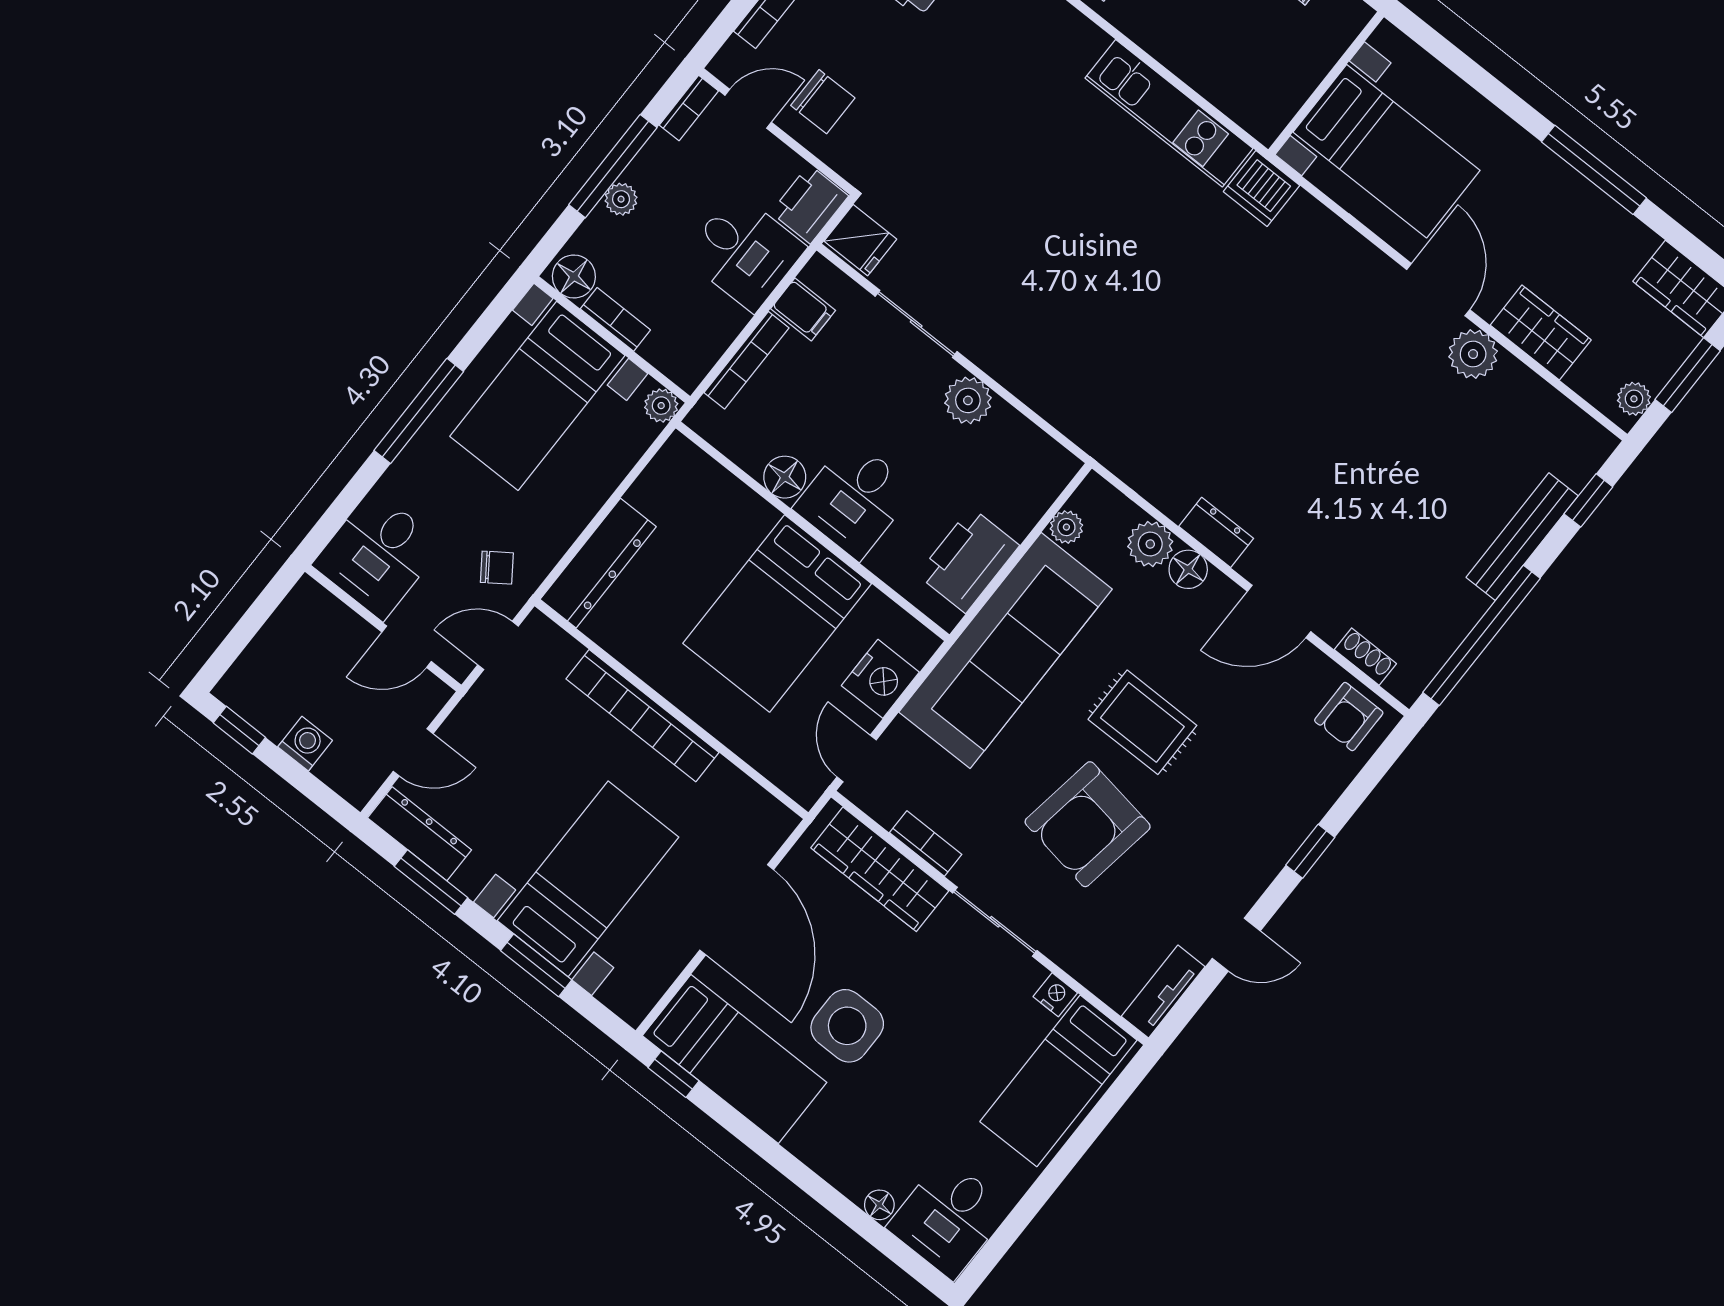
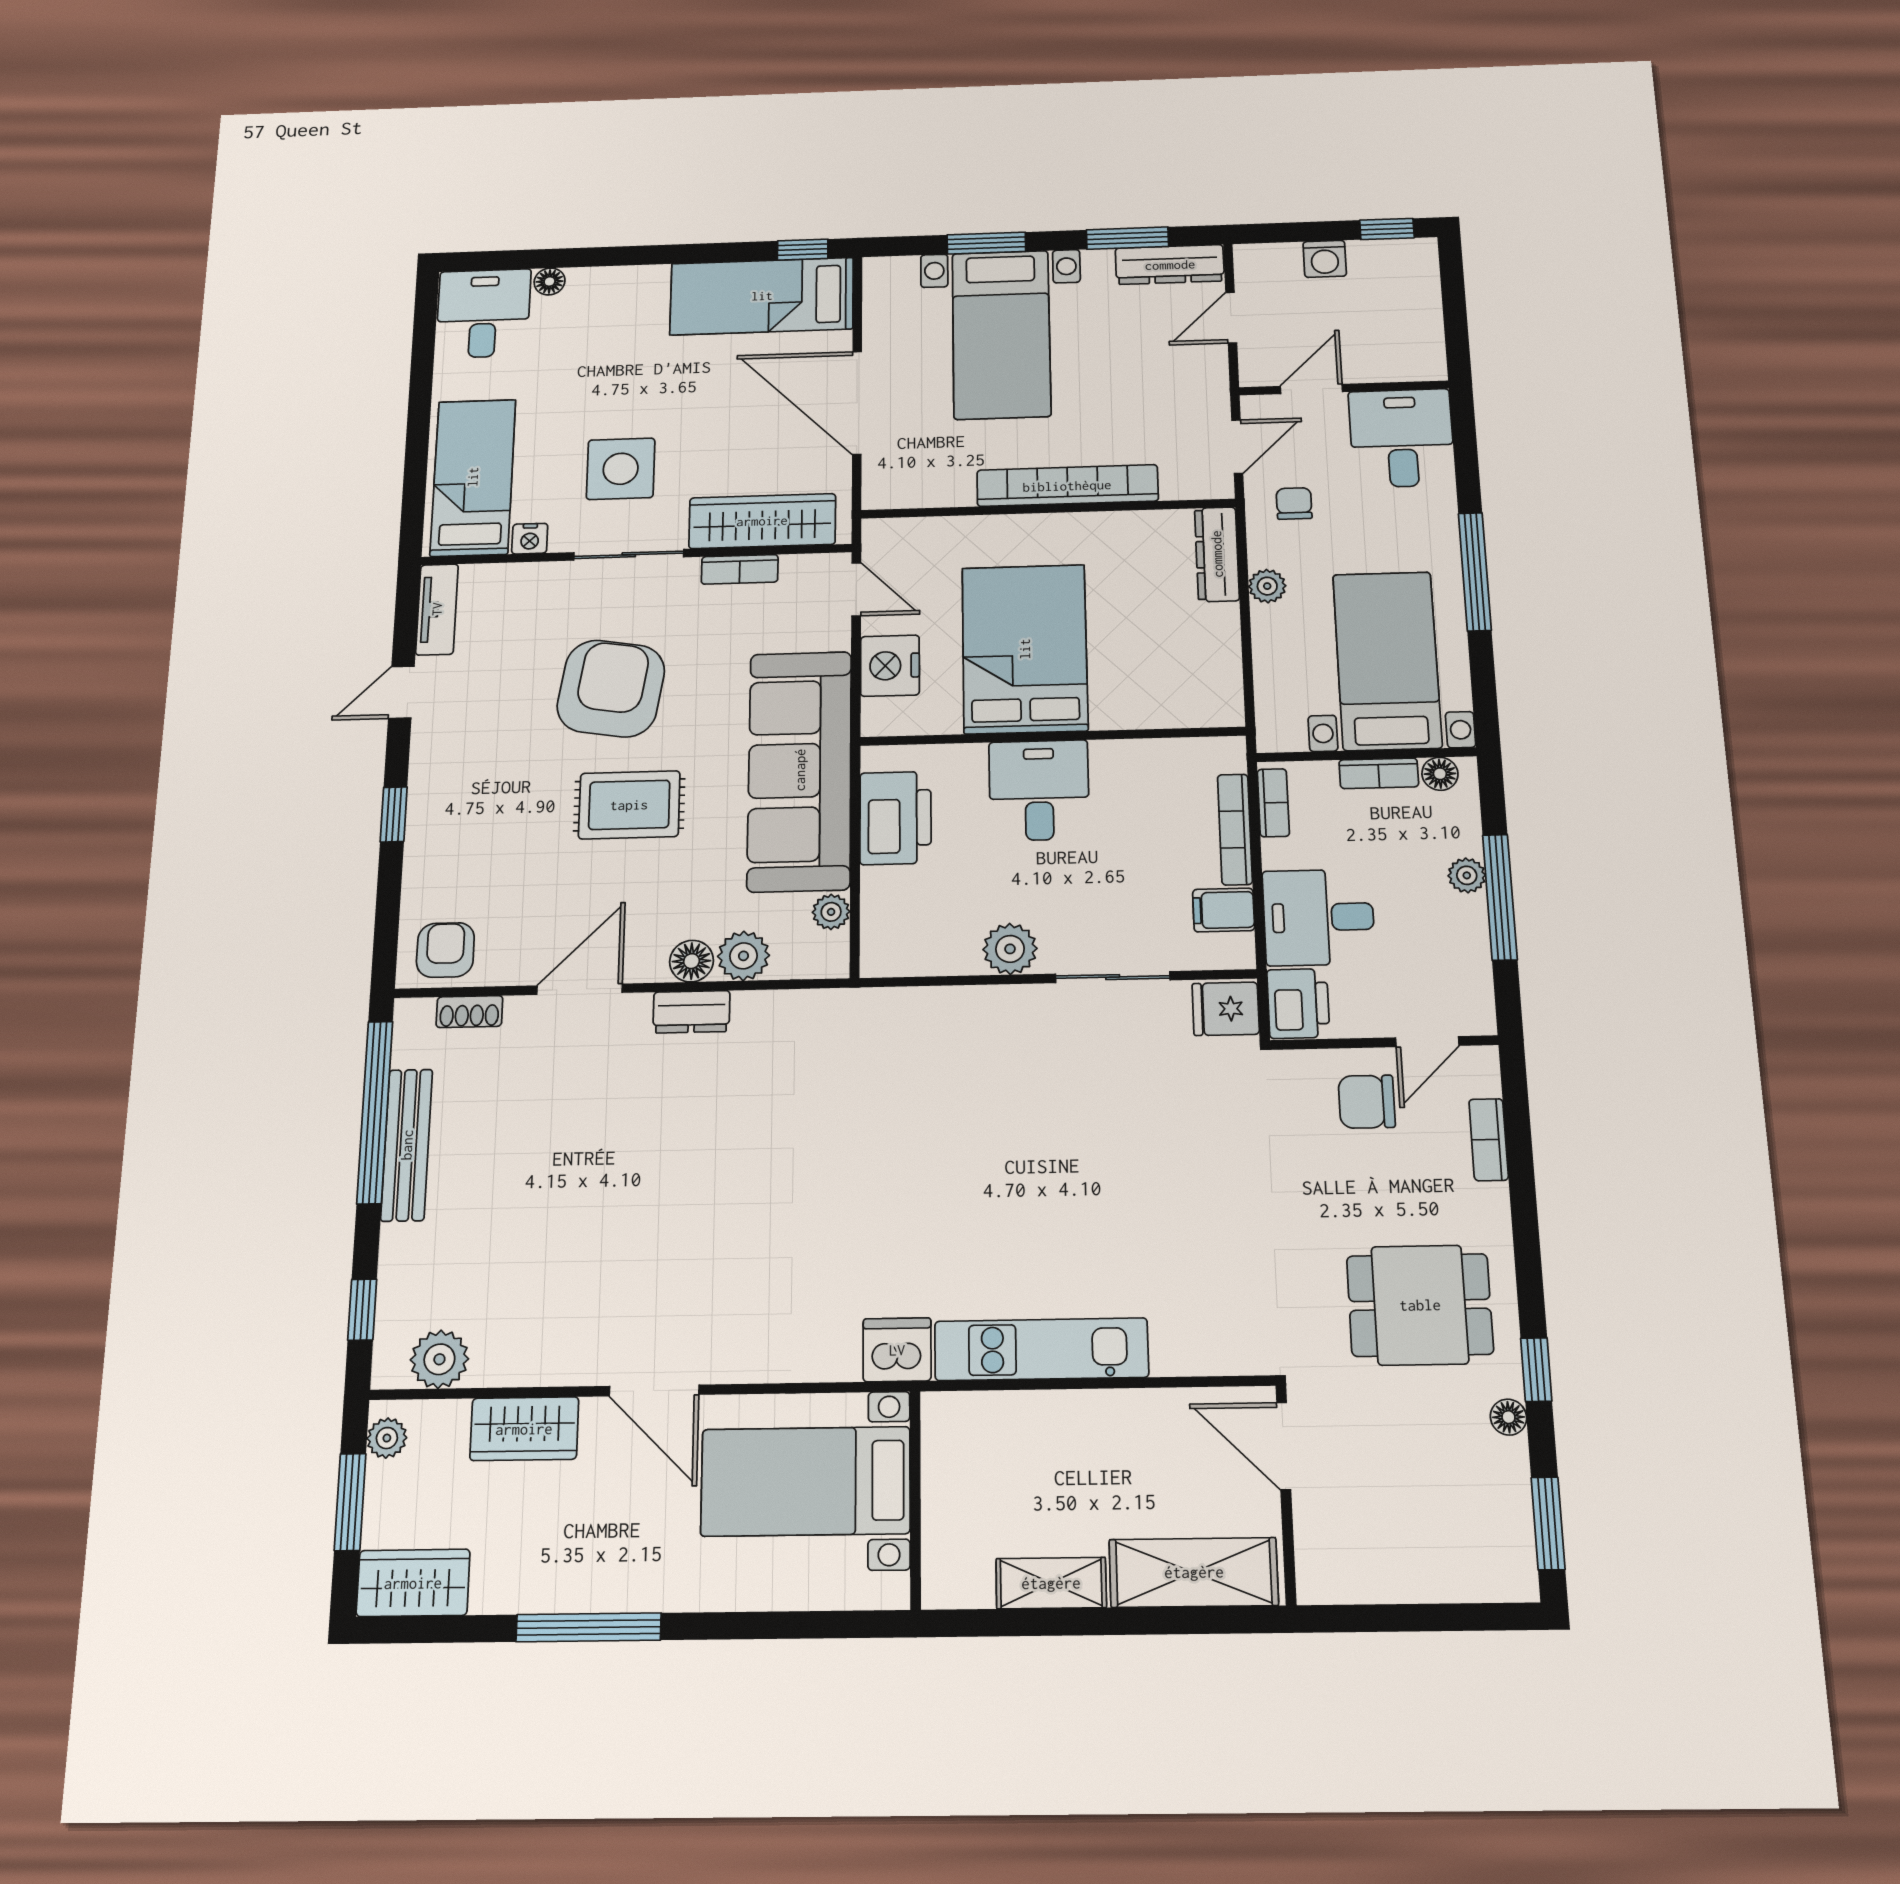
bookcase: (689, 108) -> (1273, 803), moved, turned 180
floor lamp: (574, 277) -> (1440, 774), width x0.73, depth x0.73
plant: (1473, 354) -> (439, 1359), moved
plant: (661, 406) -> (1267, 586), moved
floor lamp: (785, 477) -> (1116, 761), removed
bench: (1522, 537) -> (407, 1145), moved
dresser: (598, 563) -> (1217, 554), width x0.73, depth x0.80
chair: (497, 568) -> (1294, 503), turned 125
side table: (847, 1026) -> (621, 469), moved

